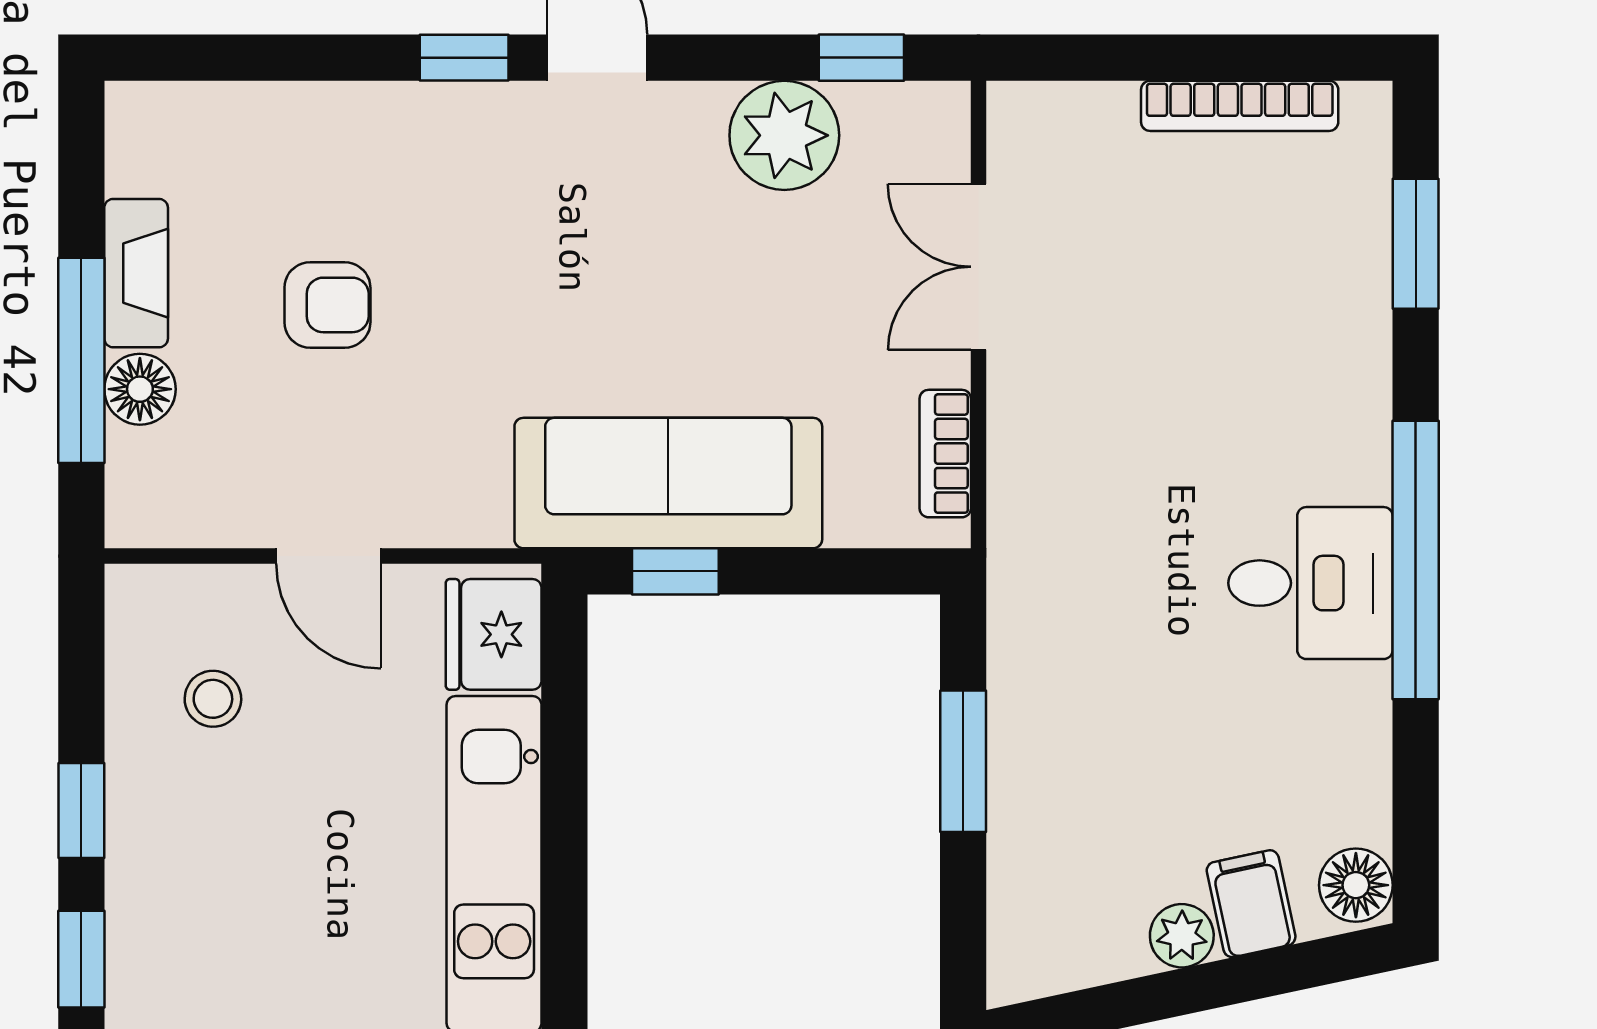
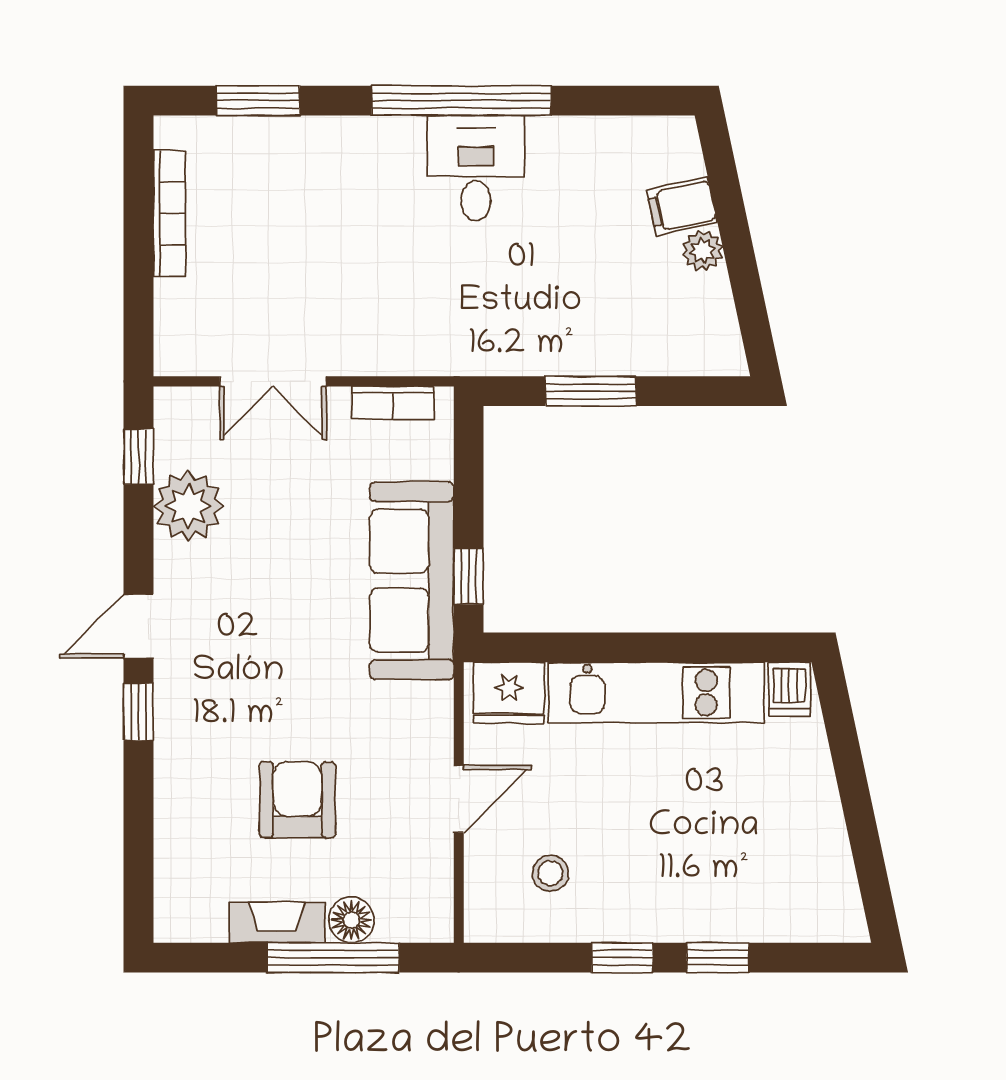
armchair: (327, 305) -> (297, 800), width x1.38, depth x1.38
floor lamp: (1356, 885) -> (670, 139), removed

